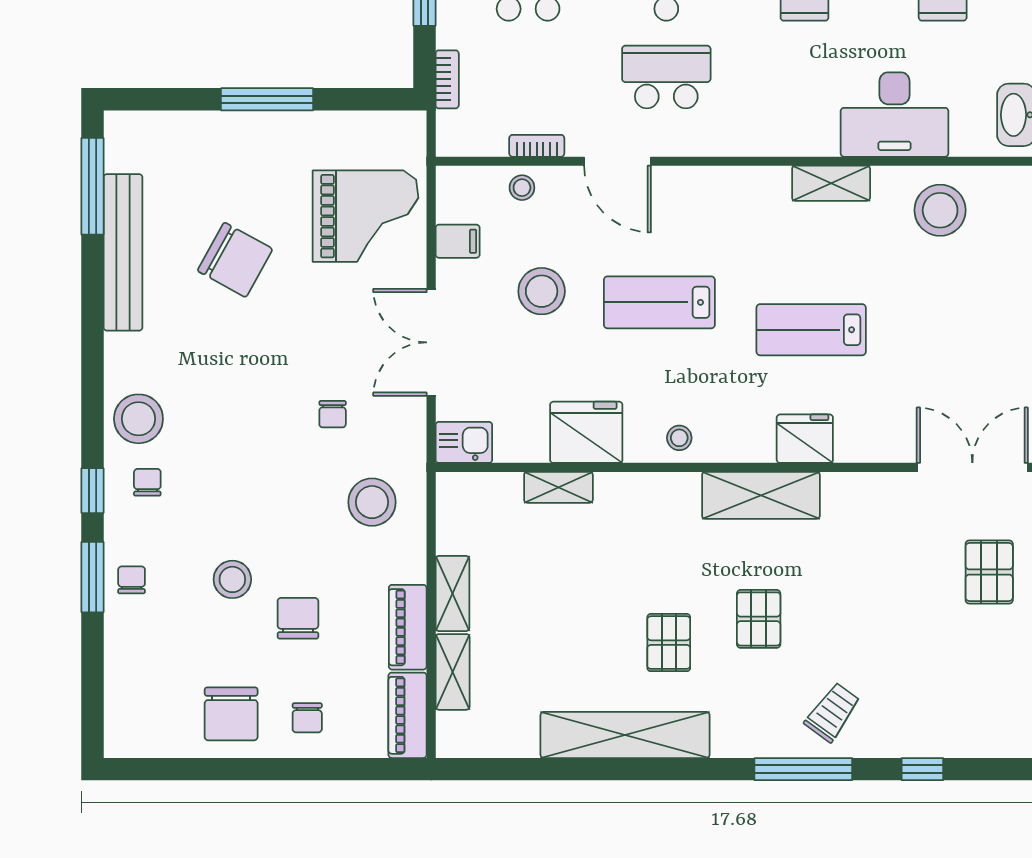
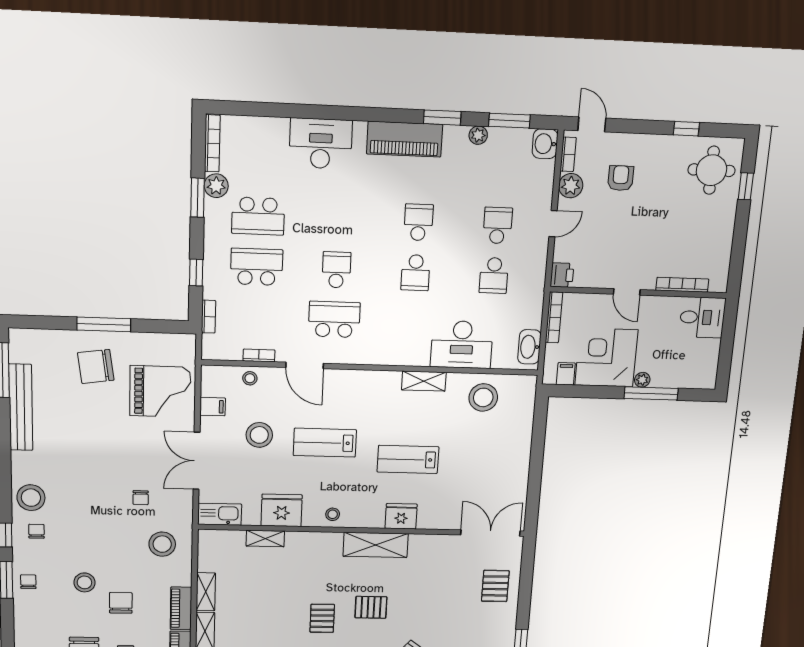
chair: (235, 260) -> (96, 366), moved, turned 143
kitchen sink: (464, 442) -> (220, 514), width x1.38
pallet: (759, 619) -> (371, 607), turned 90

